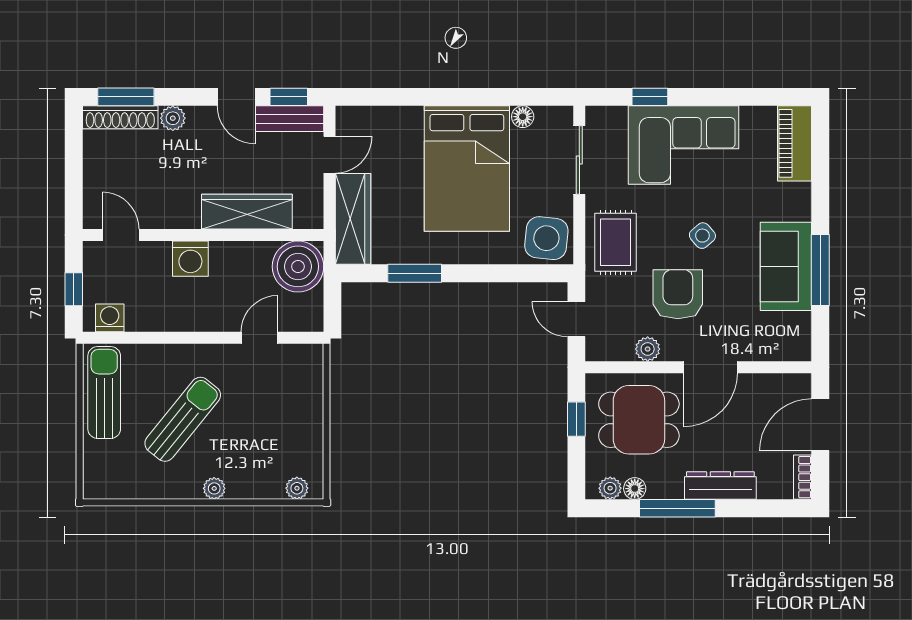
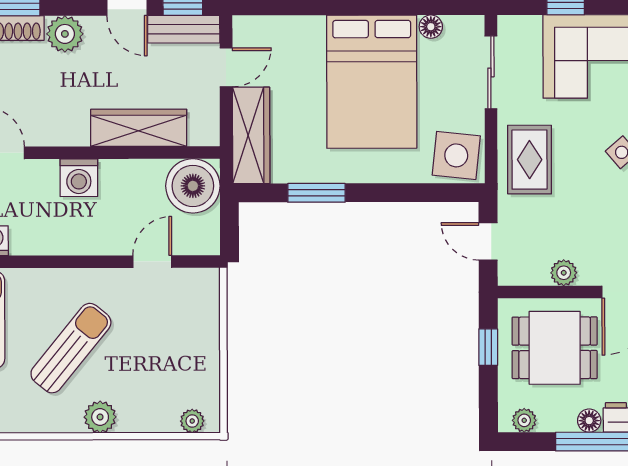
plant: (173, 118) -> (65, 34), width x1.38, depth x1.38
armchair: (678, 294) -> (596, 215), removed
plant: (214, 488) -> (100, 417), width x1.38, depth x1.38
floor lamp: (635, 489) -> (589, 421), moved

